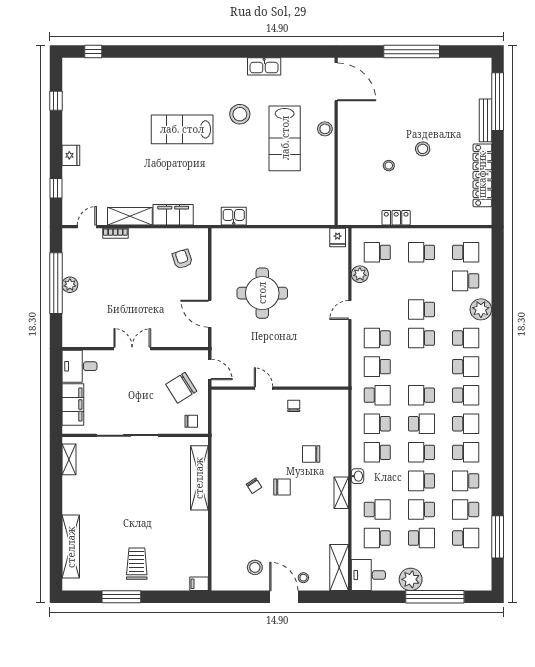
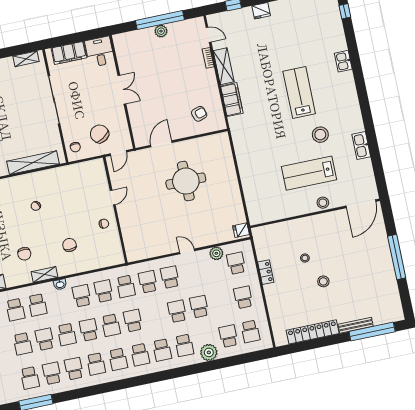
kitchen sink: (234, 216) -> (343, 61), moved, turned 180
school desk: (421, 481) -> (67, 335), turned 180
chair: (282, 487) -> (24, 254), moved
school desk: (377, 538) -> (15, 310), turned 180

